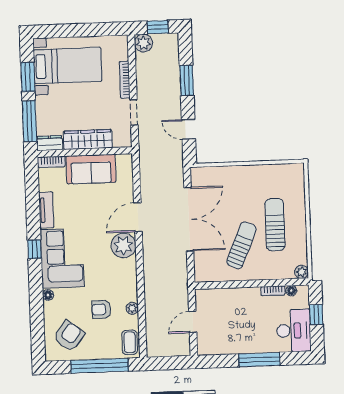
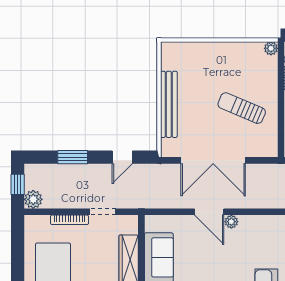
bench: (242, 173) -> (169, 104), added
double door: (189, 219) -> (213, 160), swing flipped
sun lounger: (275, 225) -> (222, 73), removed
plant: (123, 245) -> (231, 222), width x0.53, depth x0.53

